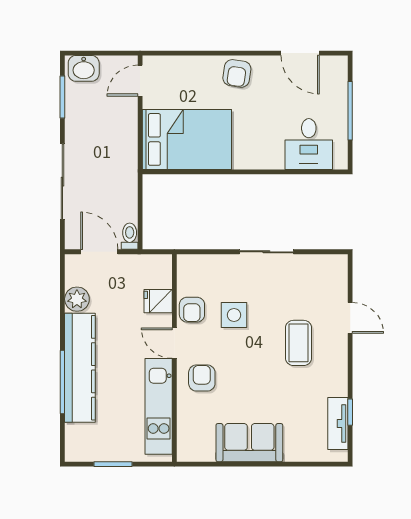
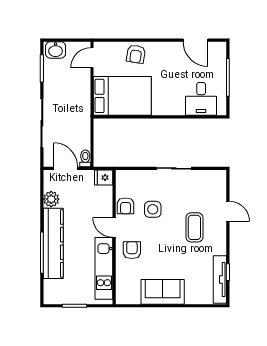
armchair: (237, 73) -> (136, 54), moved
fridge: (158, 301) -> (104, 178), moved
tv unit: (338, 424) -> (220, 279), width x1.41

